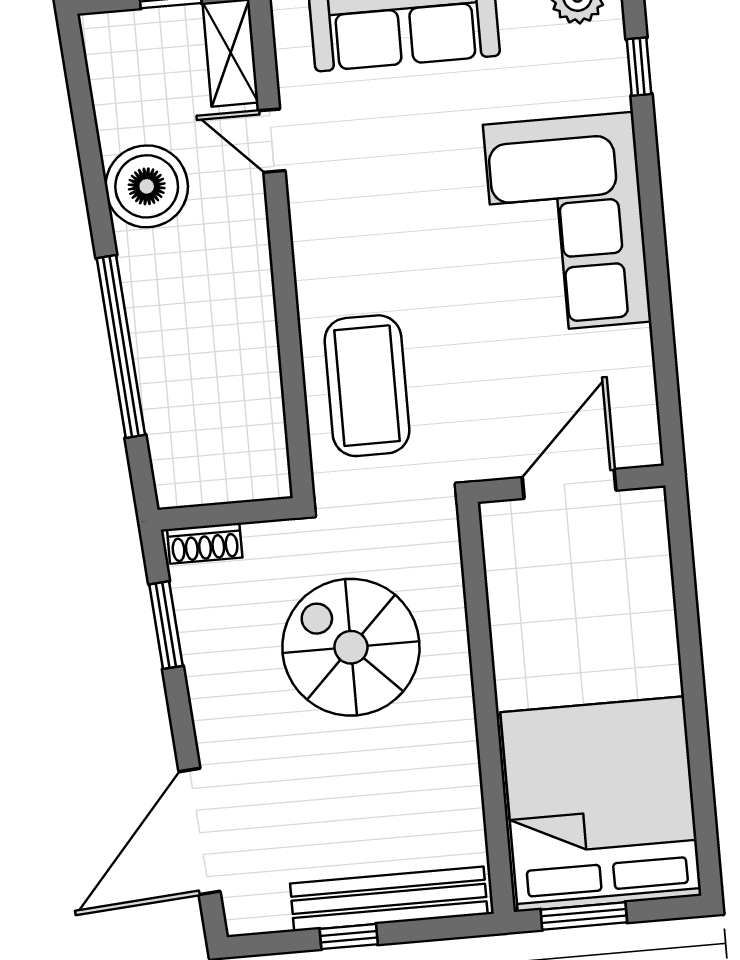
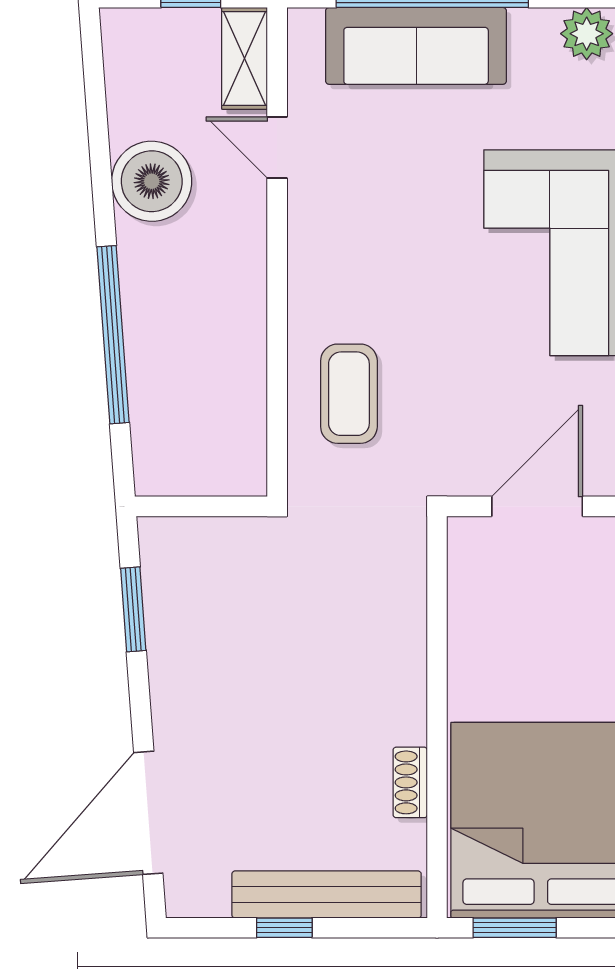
coffee table: (367, 386) -> (349, 394), width x0.73, depth x0.76
shoe rack: (205, 543) -> (410, 782), moved, turned 90
spiral stairs: (351, 647) -> (311, 647), removed

